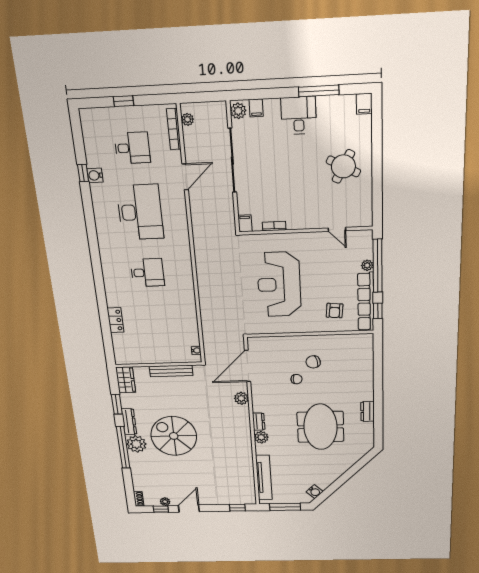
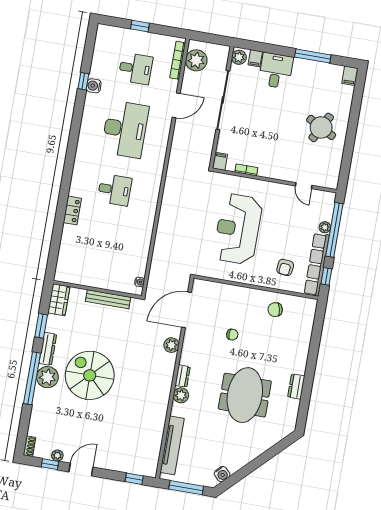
desk: (299, 115) -> (276, 71), moved
plant: (187, 119) -> (196, 60), width x1.88, depth x1.88
locker: (115, 320) -> (72, 210), moved
chair: (313, 362) -> (275, 310), moved

